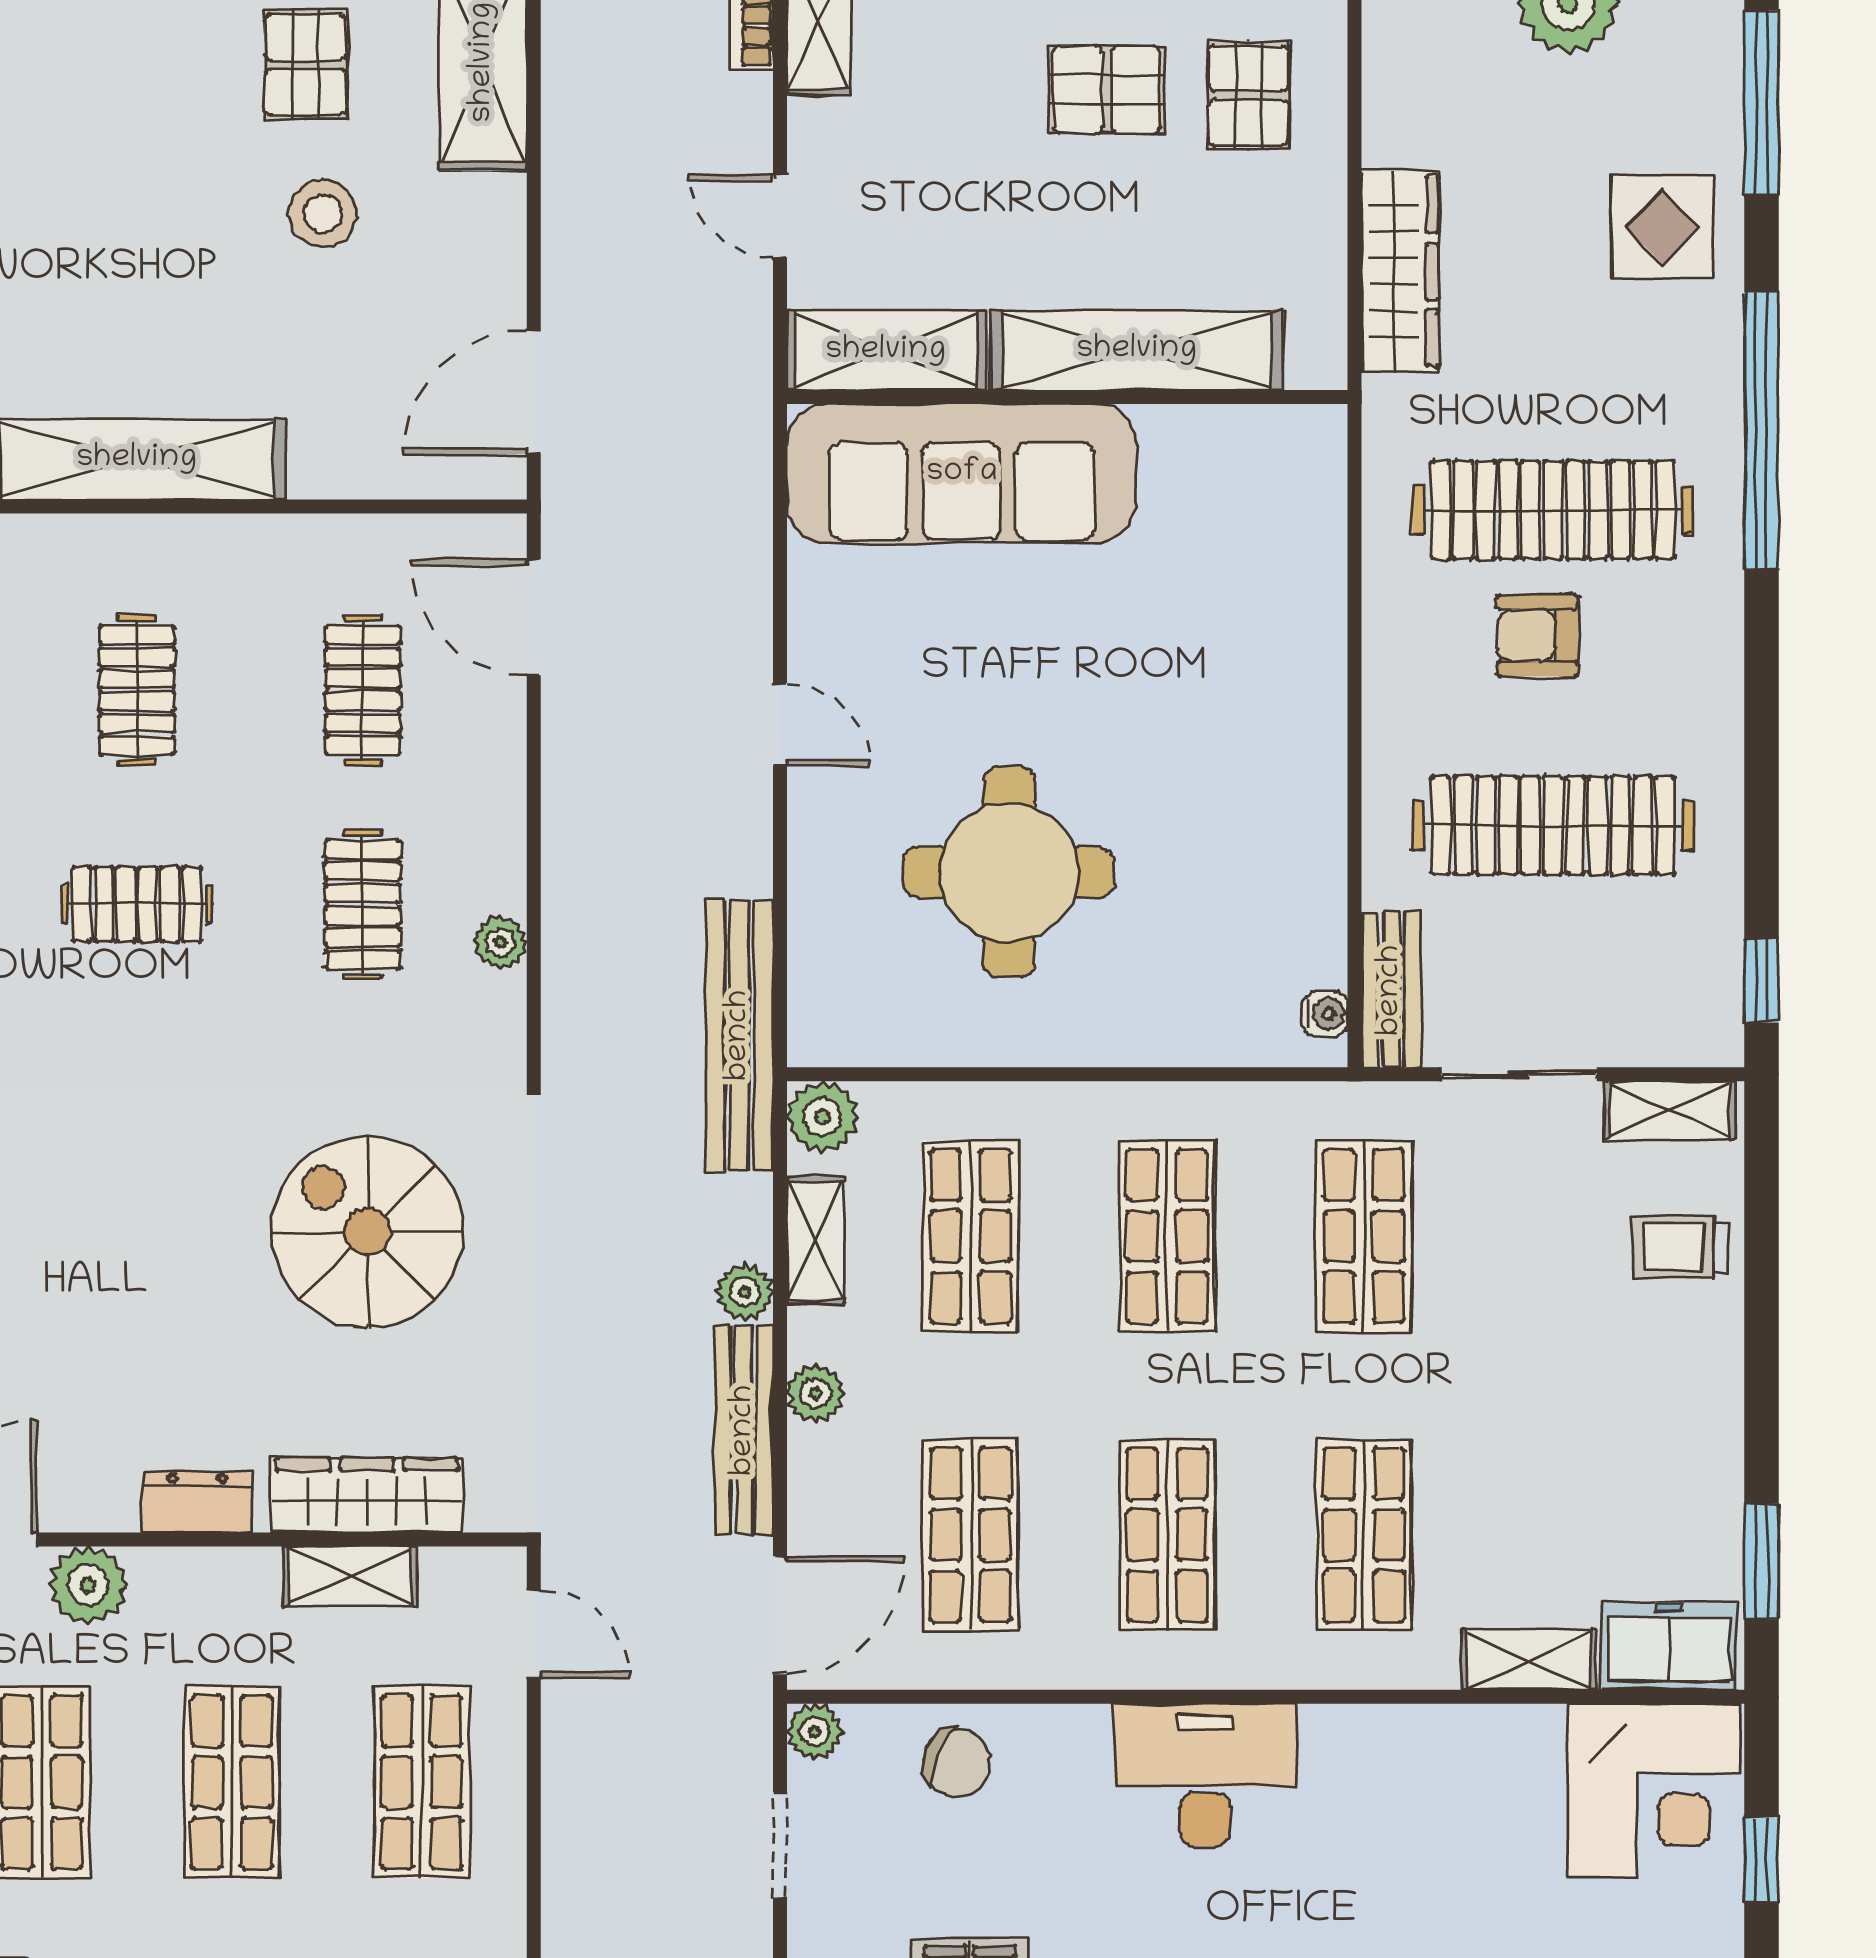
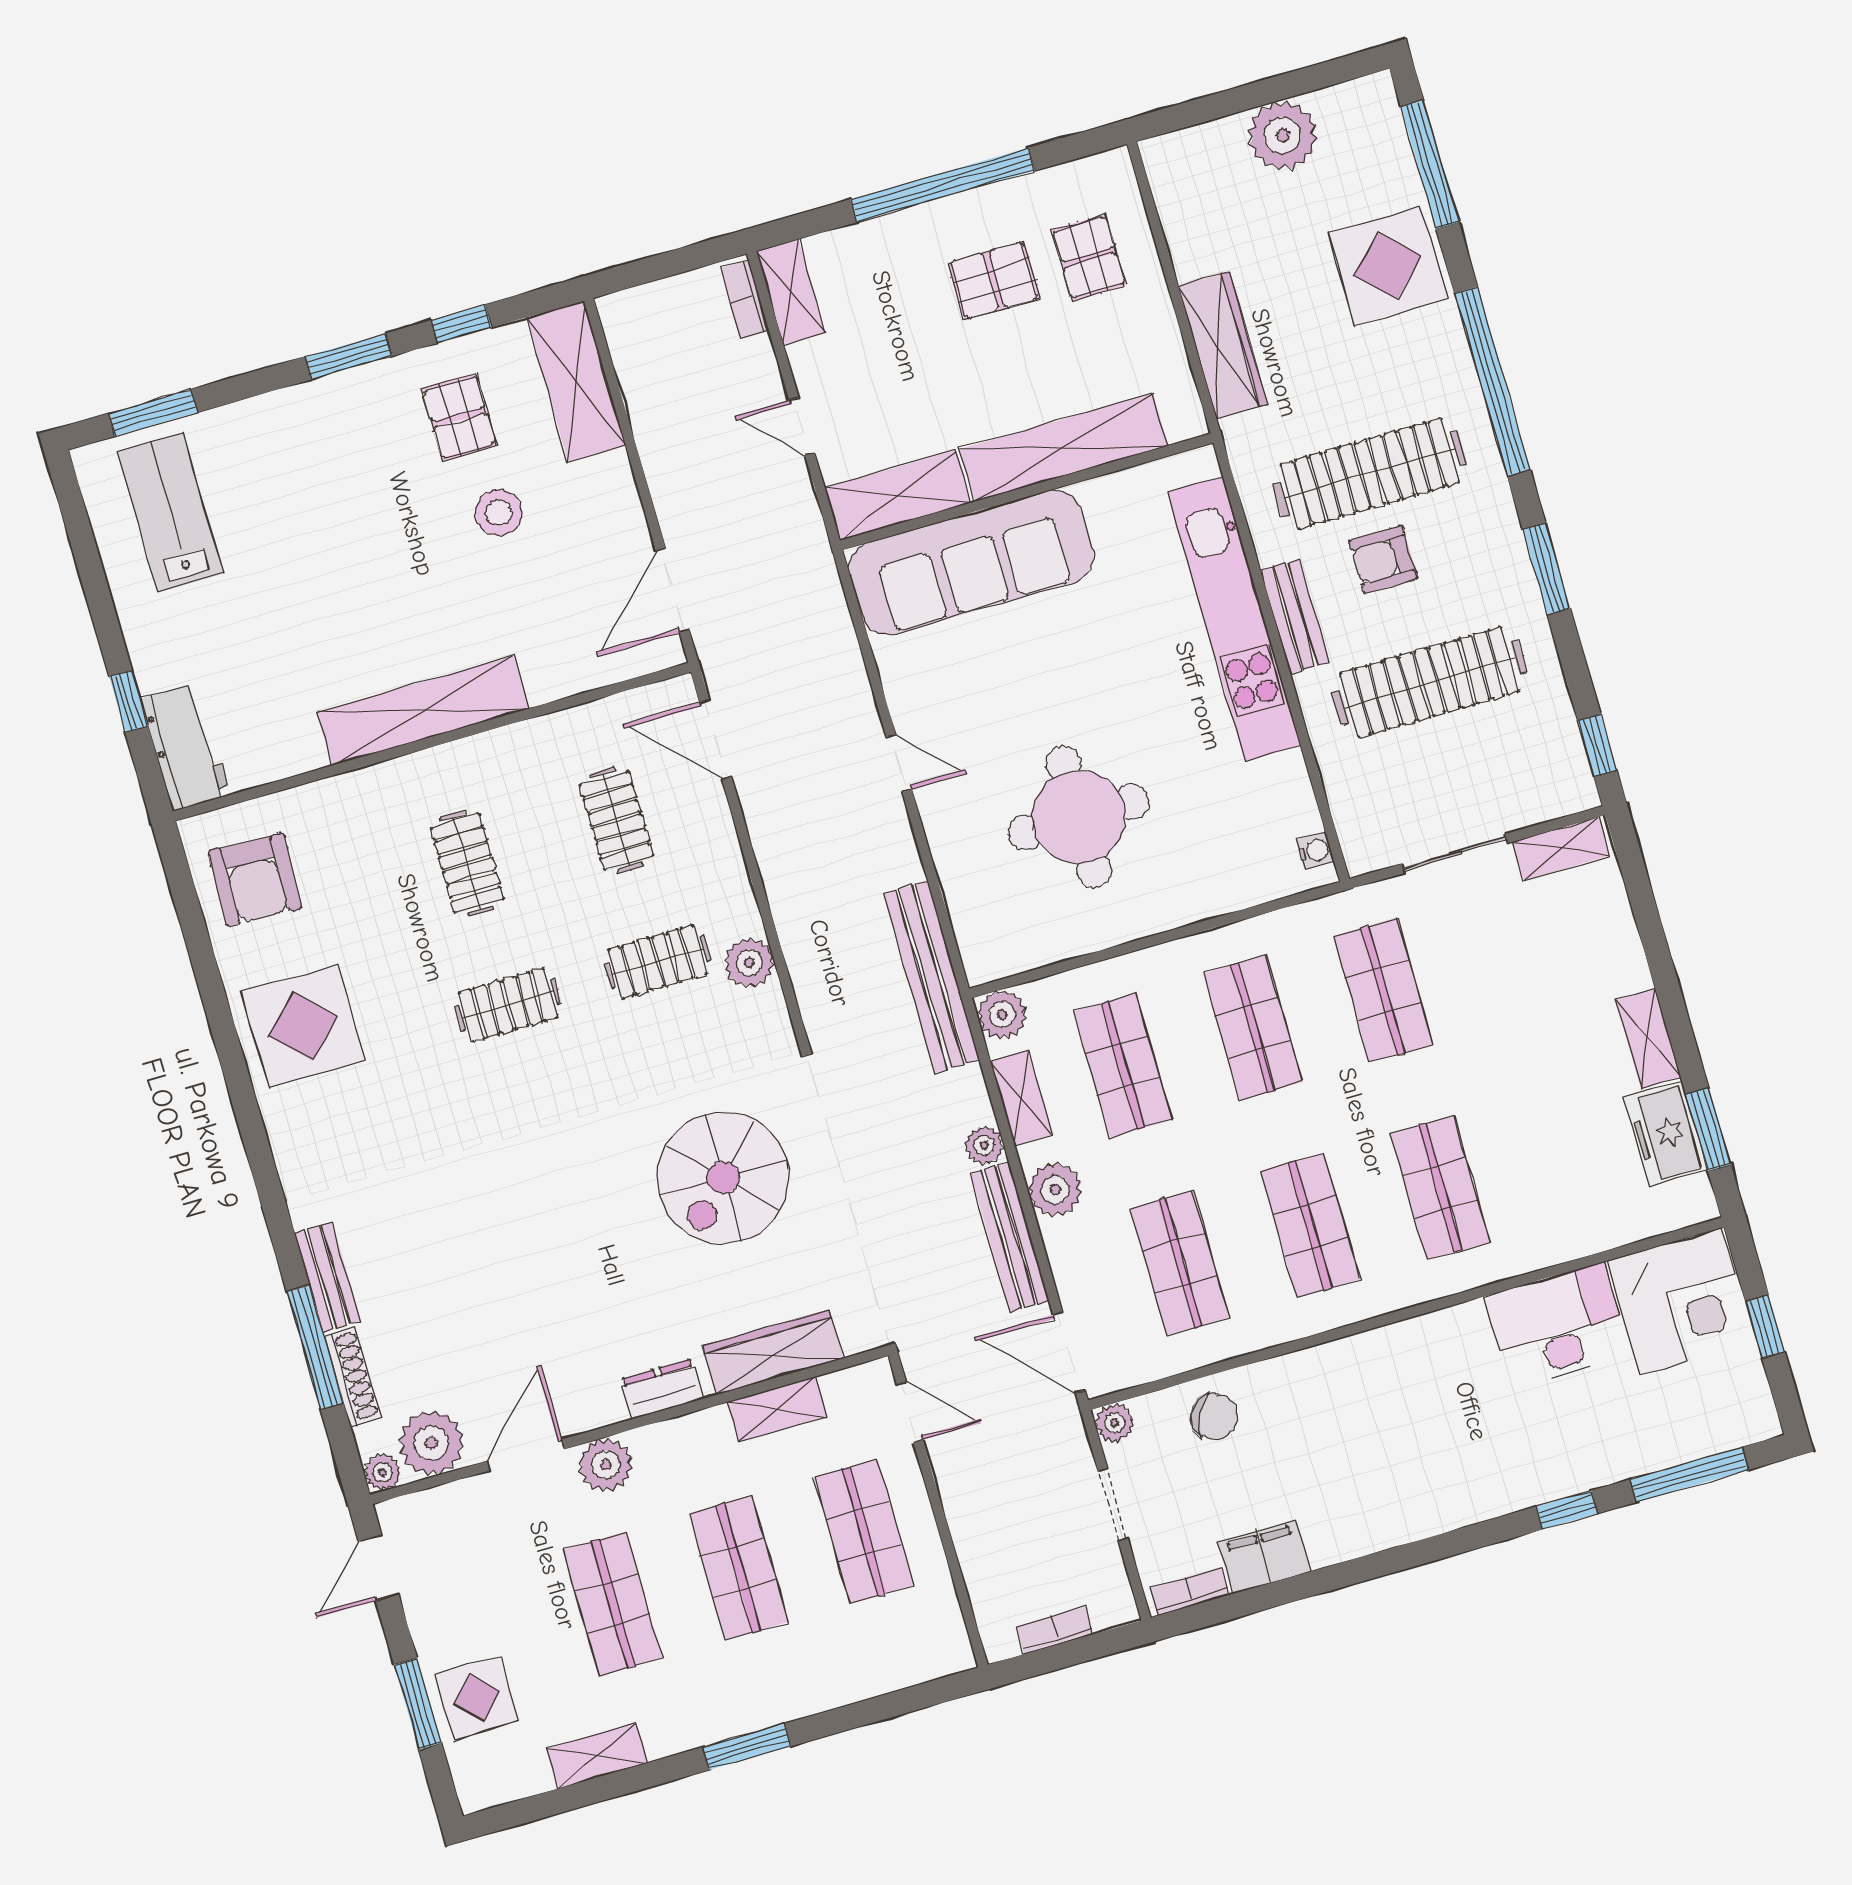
display table: (1663, 227) -> (1388, 266), width x1.36, depth x1.36
kitchen unit: (1306, 658) -> (1234, 619), added
window: (1762, 714) -> (1546, 569), added
clothes rail: (363, 904) -> (657, 962), turned 90
plant: (500, 942) -> (749, 963), width x1.38, depth x1.38
bench: (1391, 990) -> (1295, 617), moved
spiral stairs: (367, 1232) -> (723, 1178), turned -90
trolley: (1680, 1247) -> (1594, 937), removed
plant: (815, 1393) -> (1055, 1190), width x1.38, depth x1.38
door: (780, 1615) -> (1069, 1352), swing flipped
freezer: (1669, 1646) -> (1666, 1134), moved, turned -90
shelving: (1529, 1660) -> (1648, 1038), moved, turned 90
desk: (1205, 1775) -> (1557, 1326), moved

